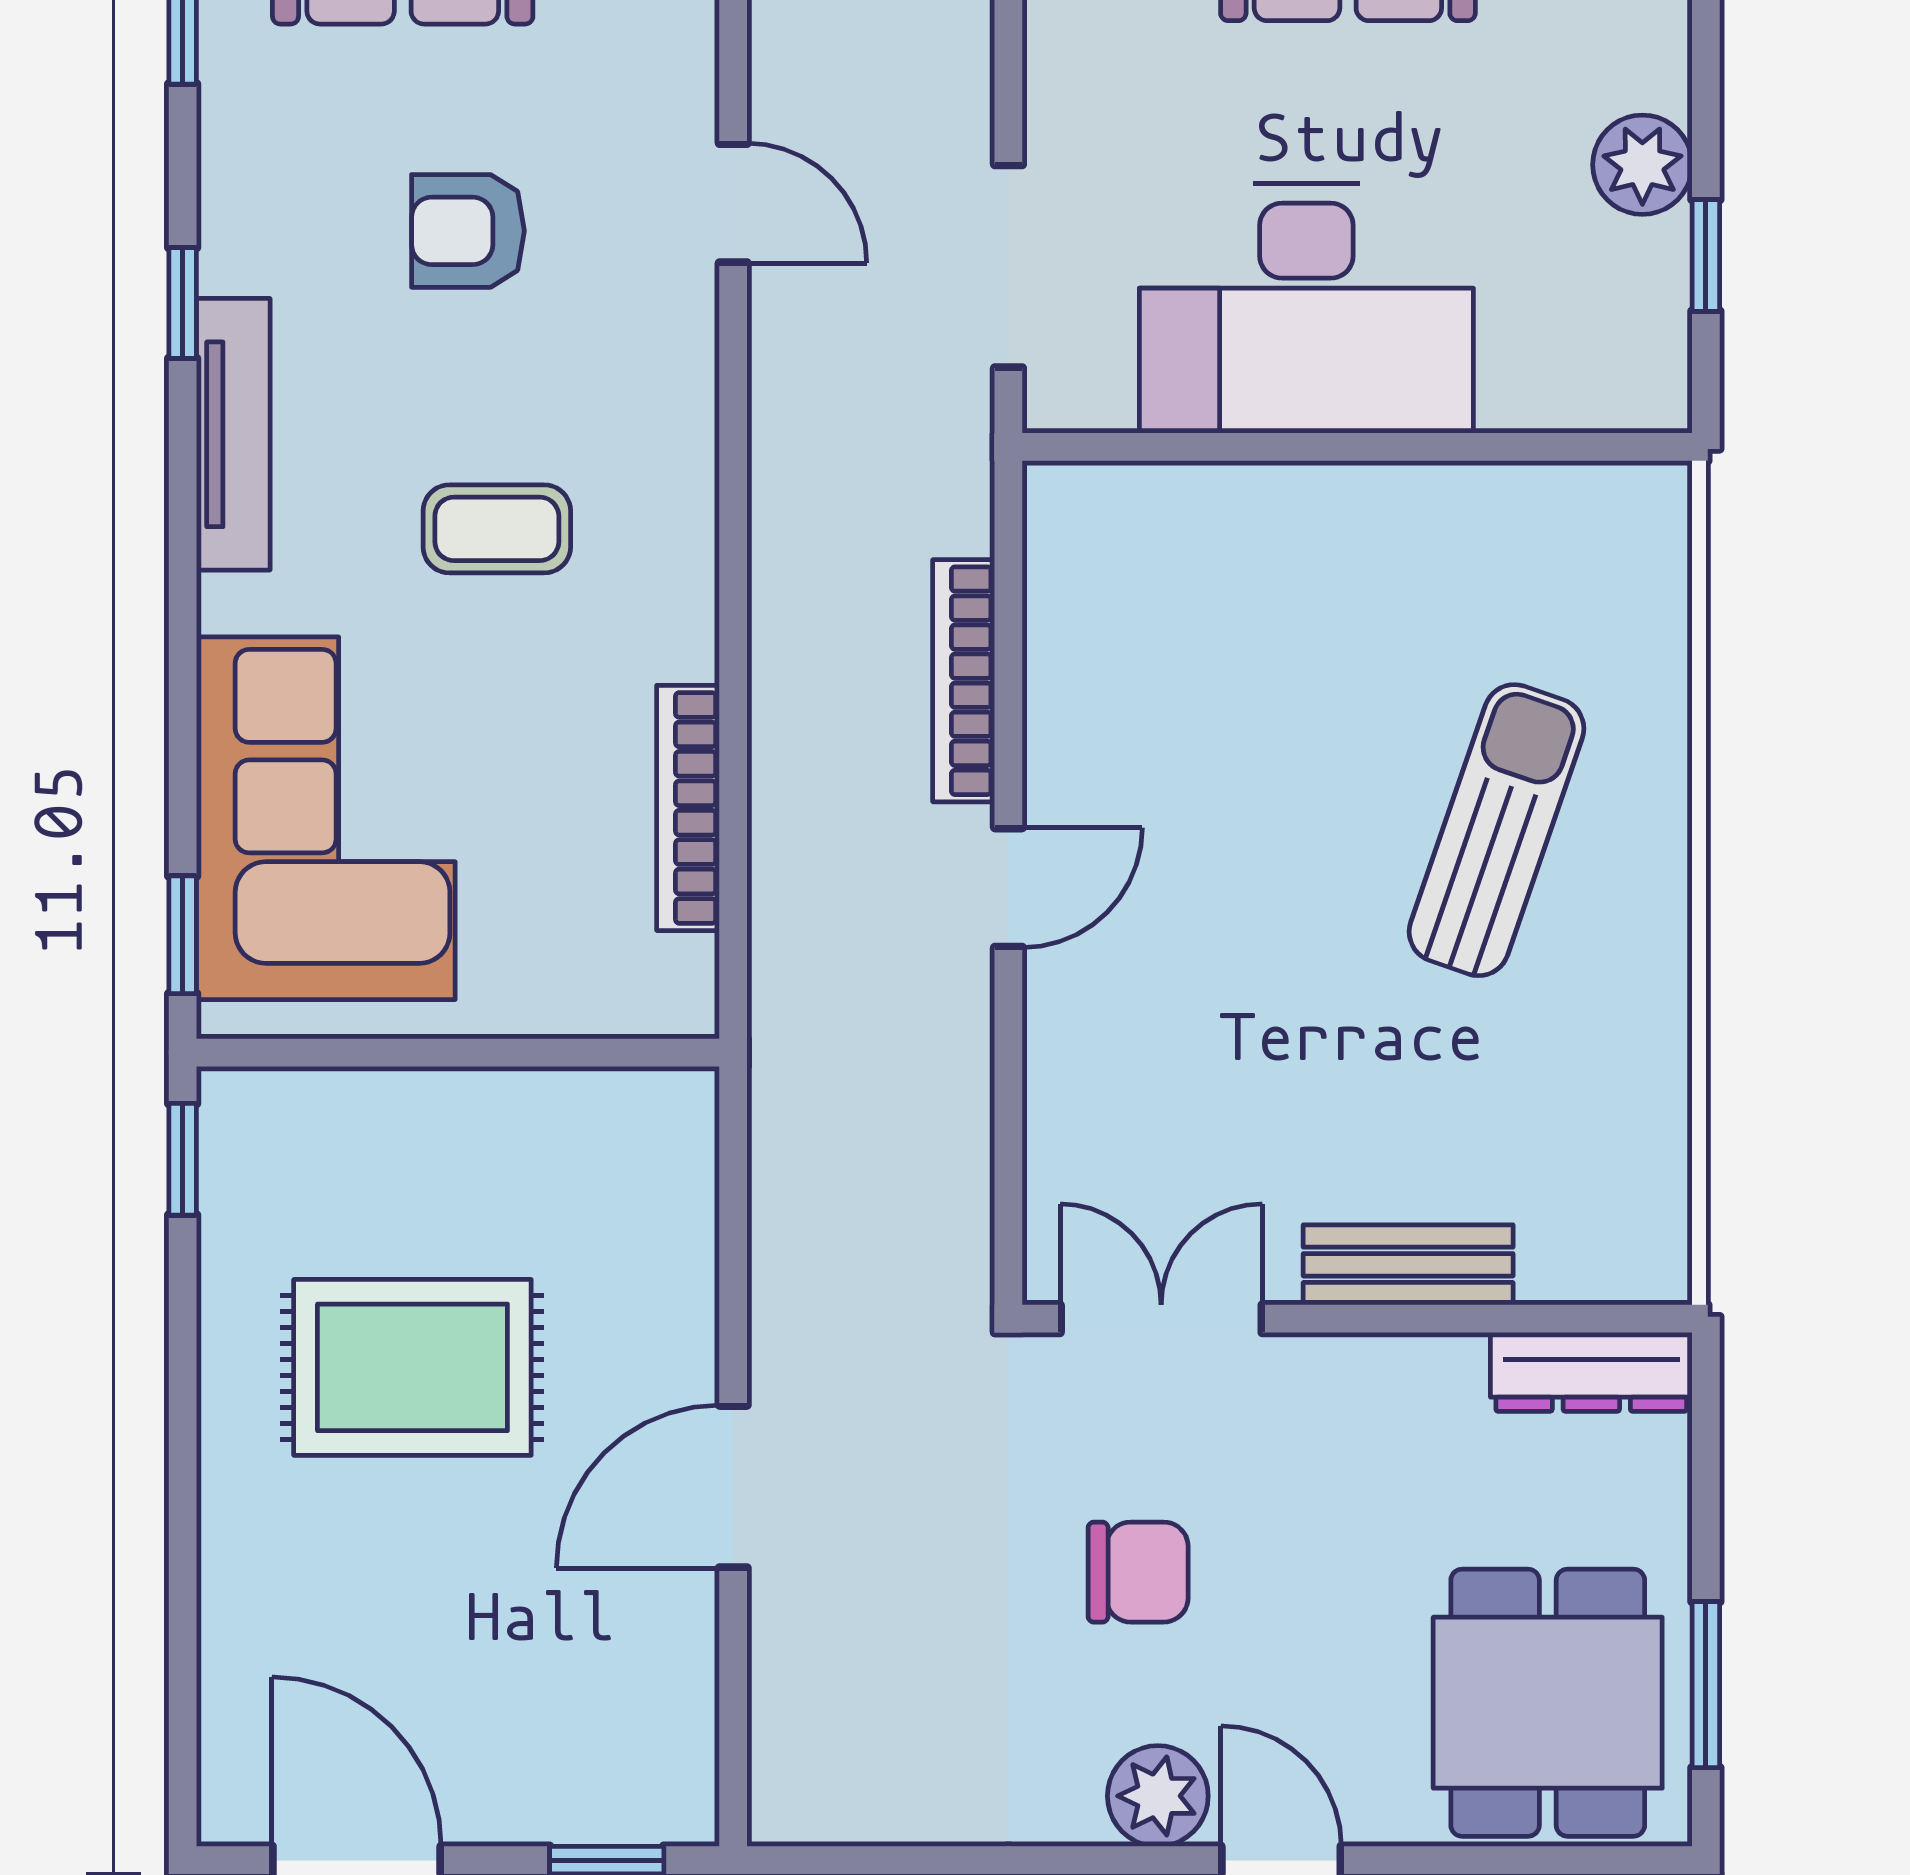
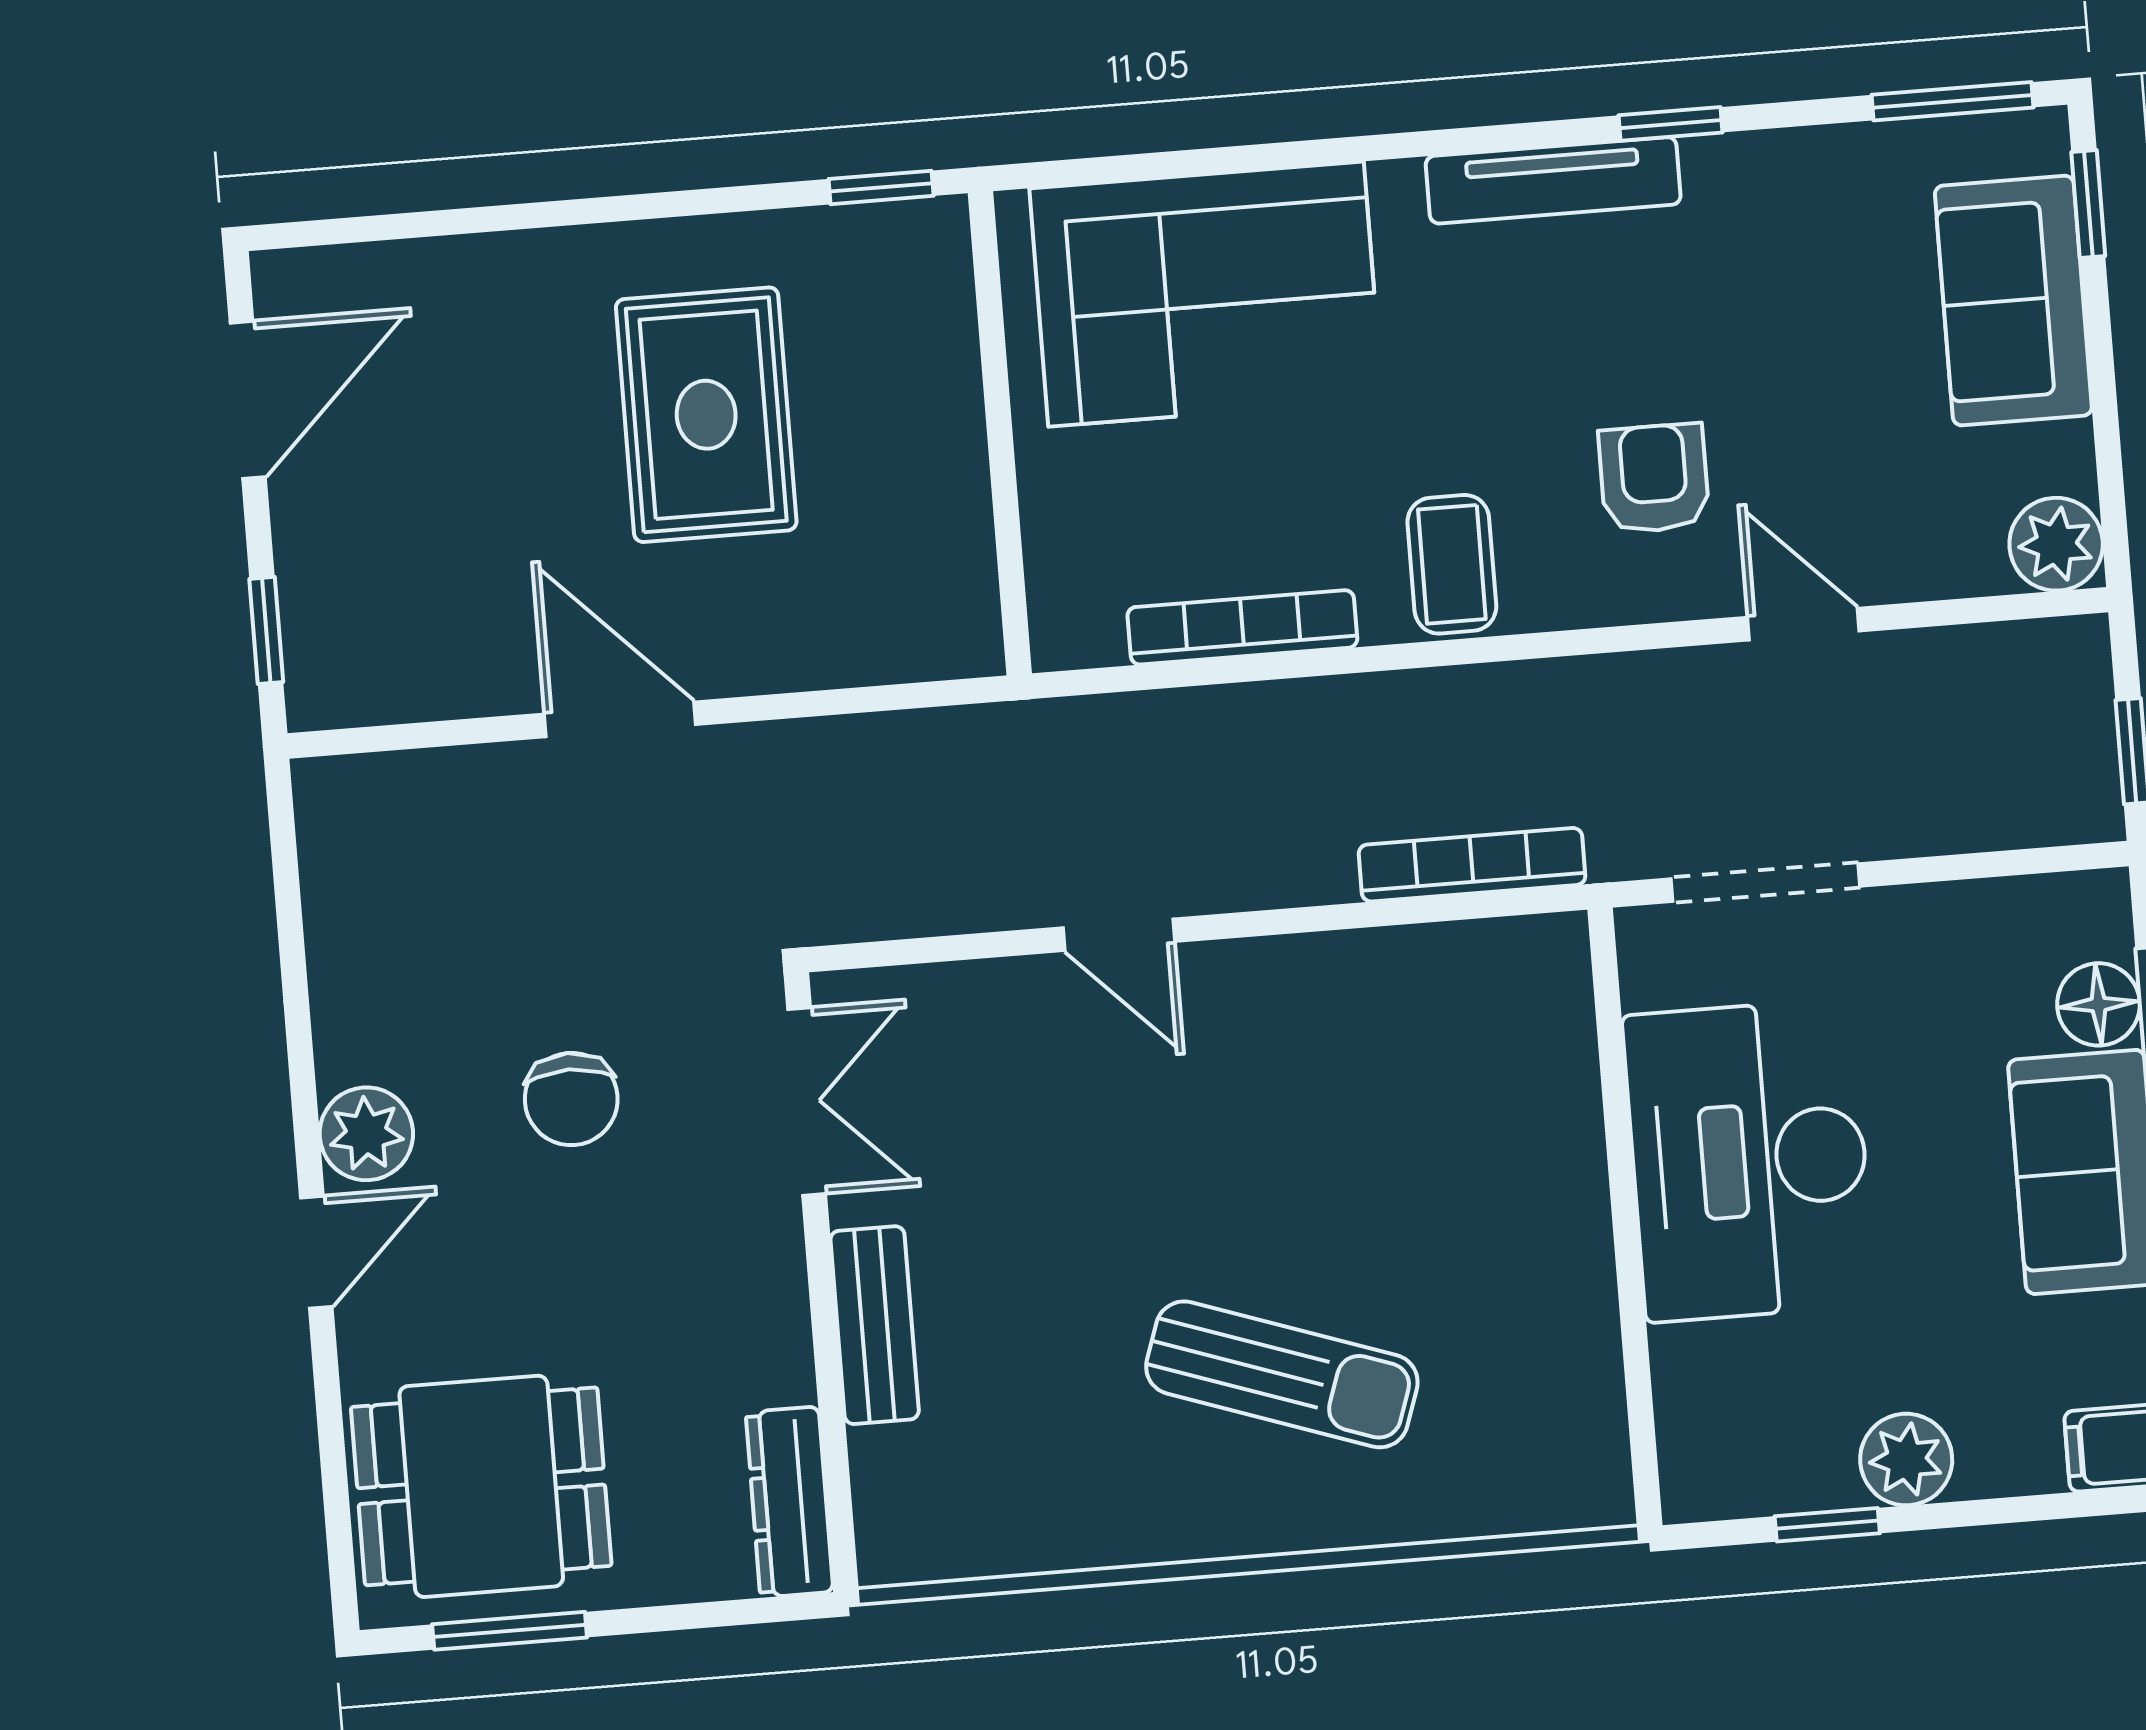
door: (733, 203) -> (1803, 624), swing flipped
armchair: (468, 231) -> (1654, 478), moved
coffee table: (497, 529) -> (1452, 564), moved
bookcase: (964, 681) -> (1472, 865), moved
door: (1008, 888) -> (1119, 935), moved
window: (183, 935) -> (1088, 171), removed

